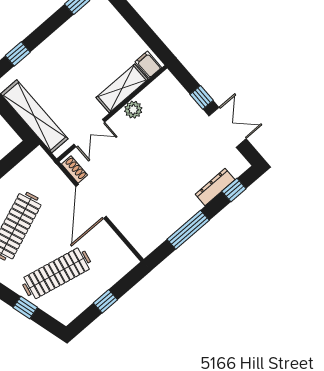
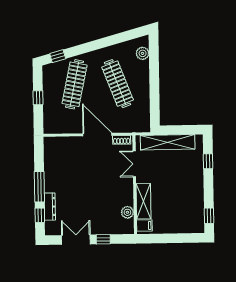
plant: (133, 110) -> (127, 212), moved
double door: (228, 127) -> (76, 240), swing flipped
window: (188, 230) -> (39, 187), moved
window: (25, 308) -> (58, 56), moved

